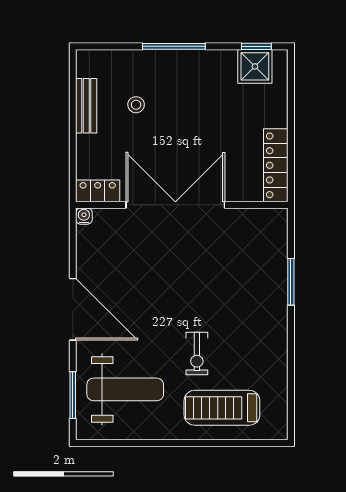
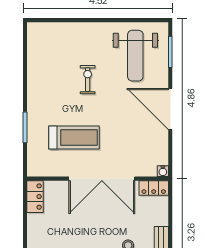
locker: (276, 165) -> (35, 197), width x0.66
weight bench: (125, 389) -> (135, 56), turned -90
treadmill: (222, 408) -> (74, 138), moved

